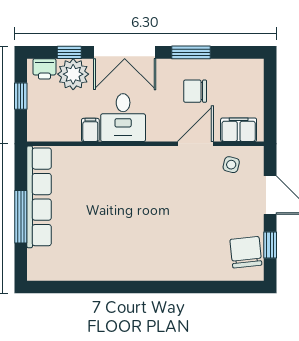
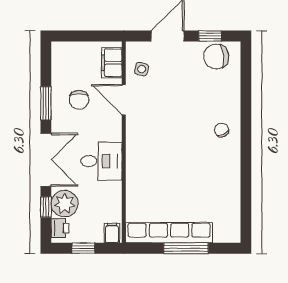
filing cabinet: (90, 130) -> (112, 233), moved, turned 90
chair: (160, 258) -> (222, 130), added

